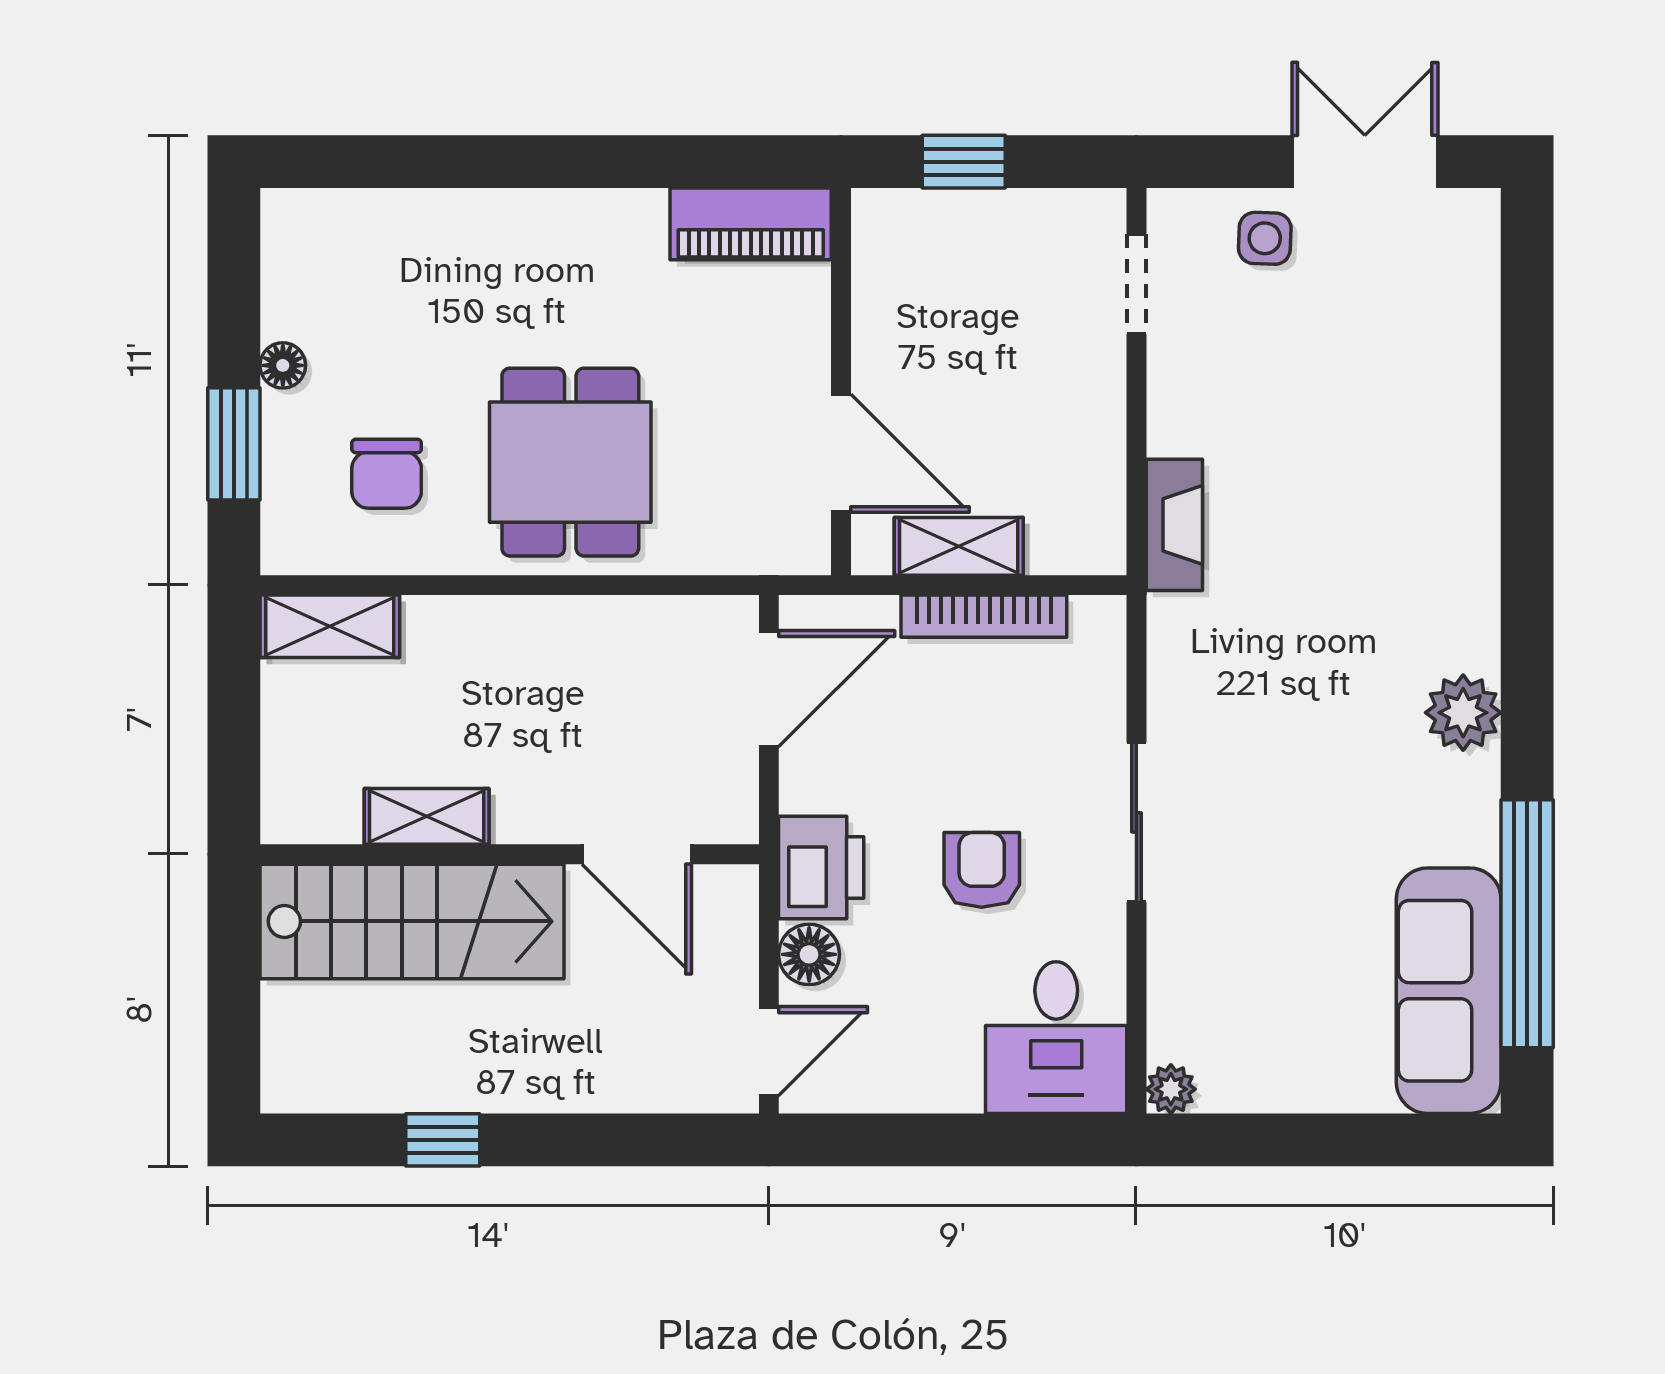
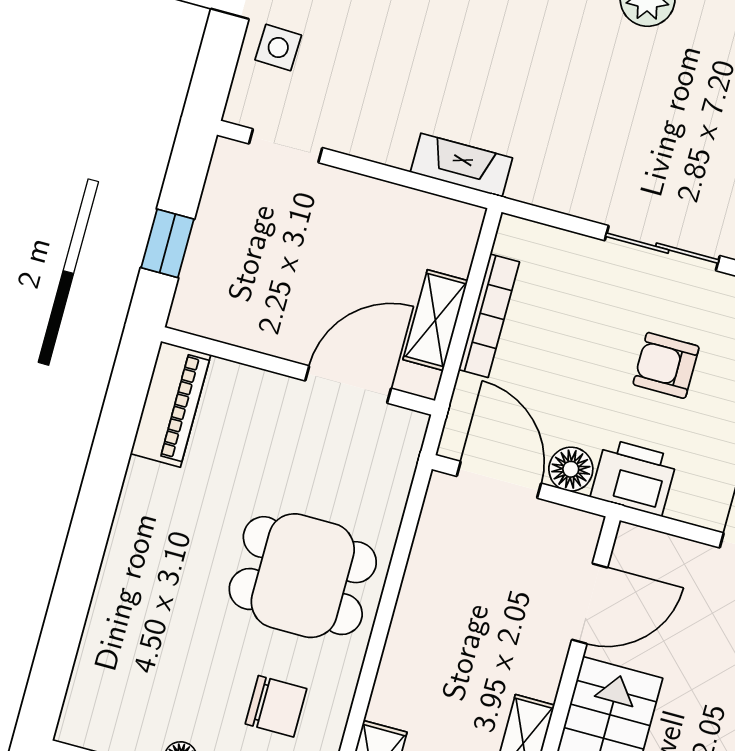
floor lamp: (809, 954) -> (571, 469), moved

